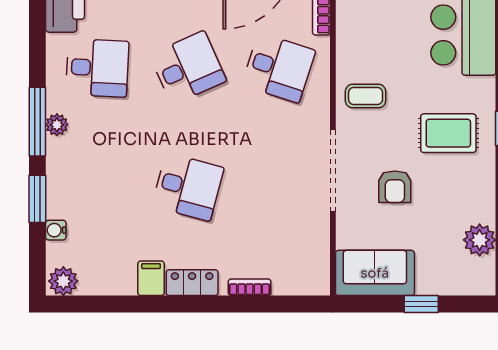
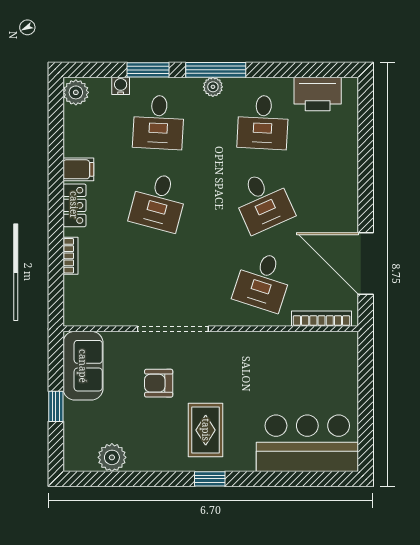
coffee table: (366, 96) -> (238, 357), removed
desk: (97, 187) -> (158, 122), added

